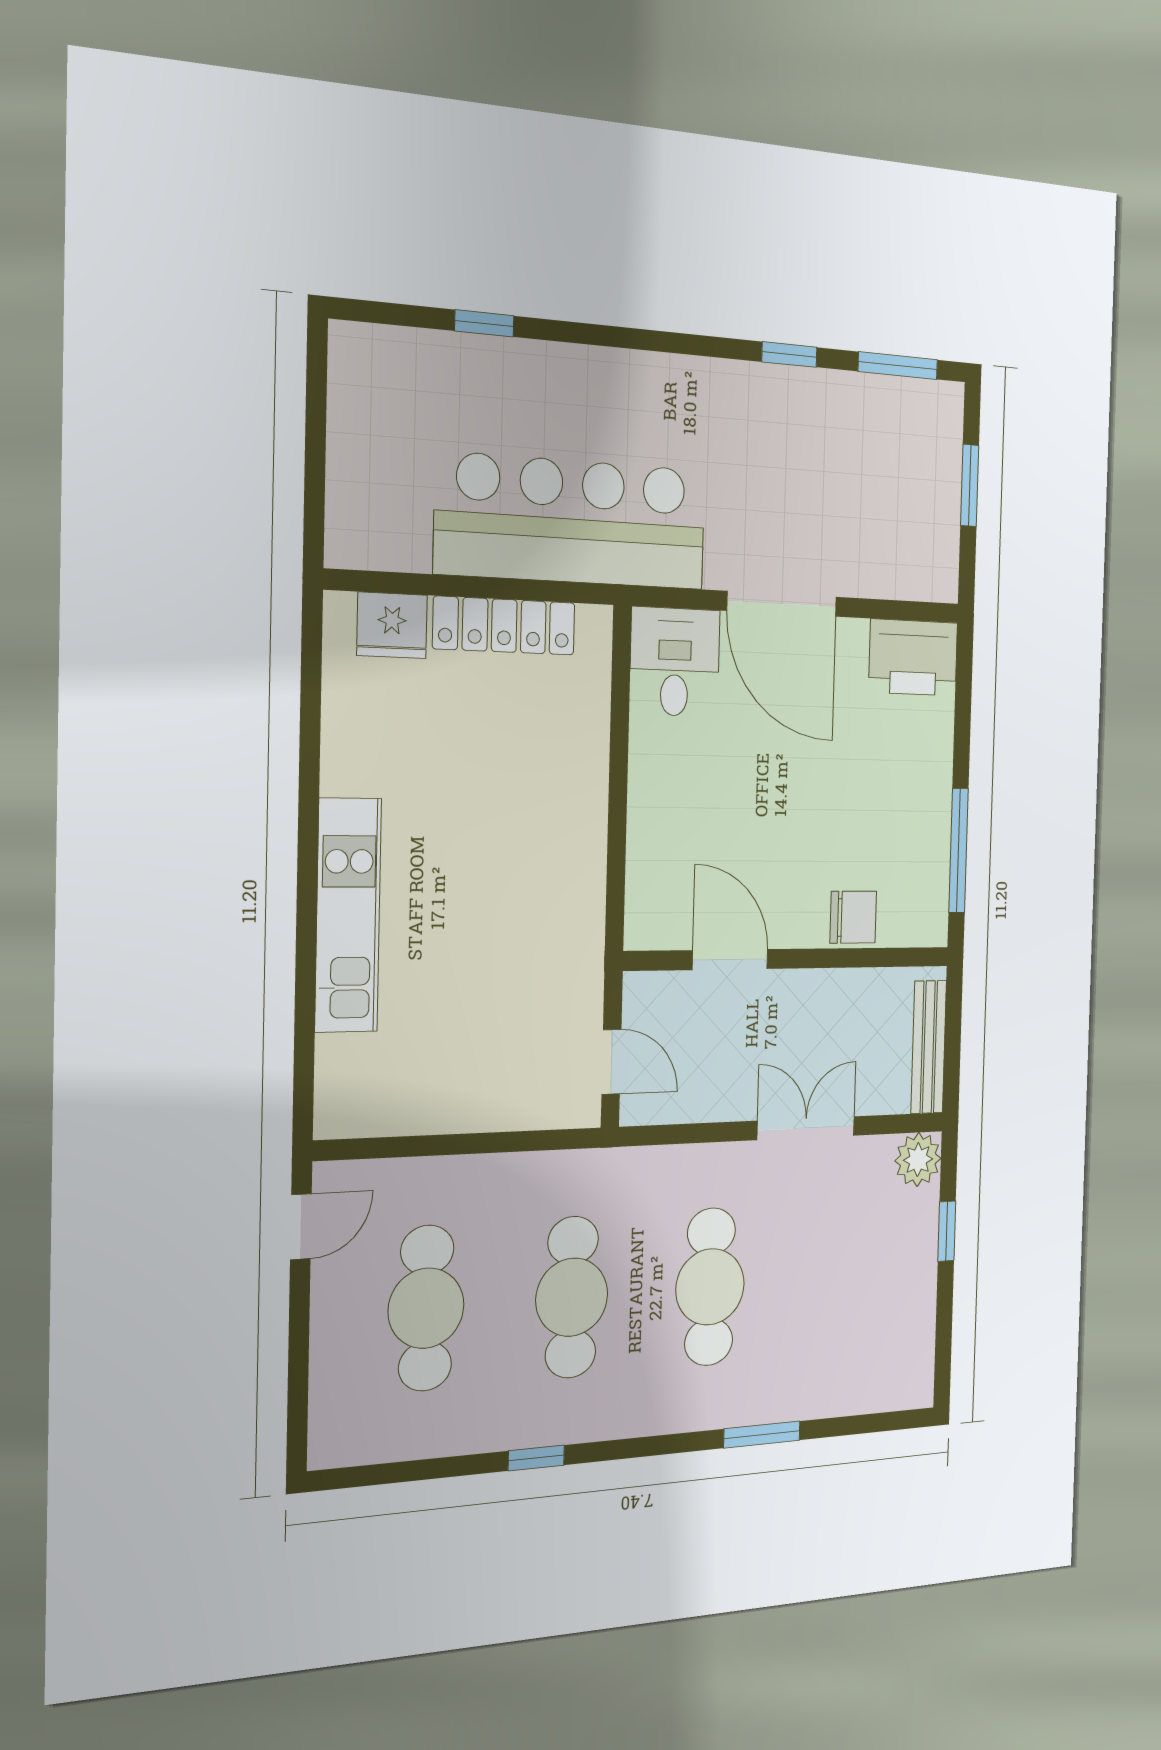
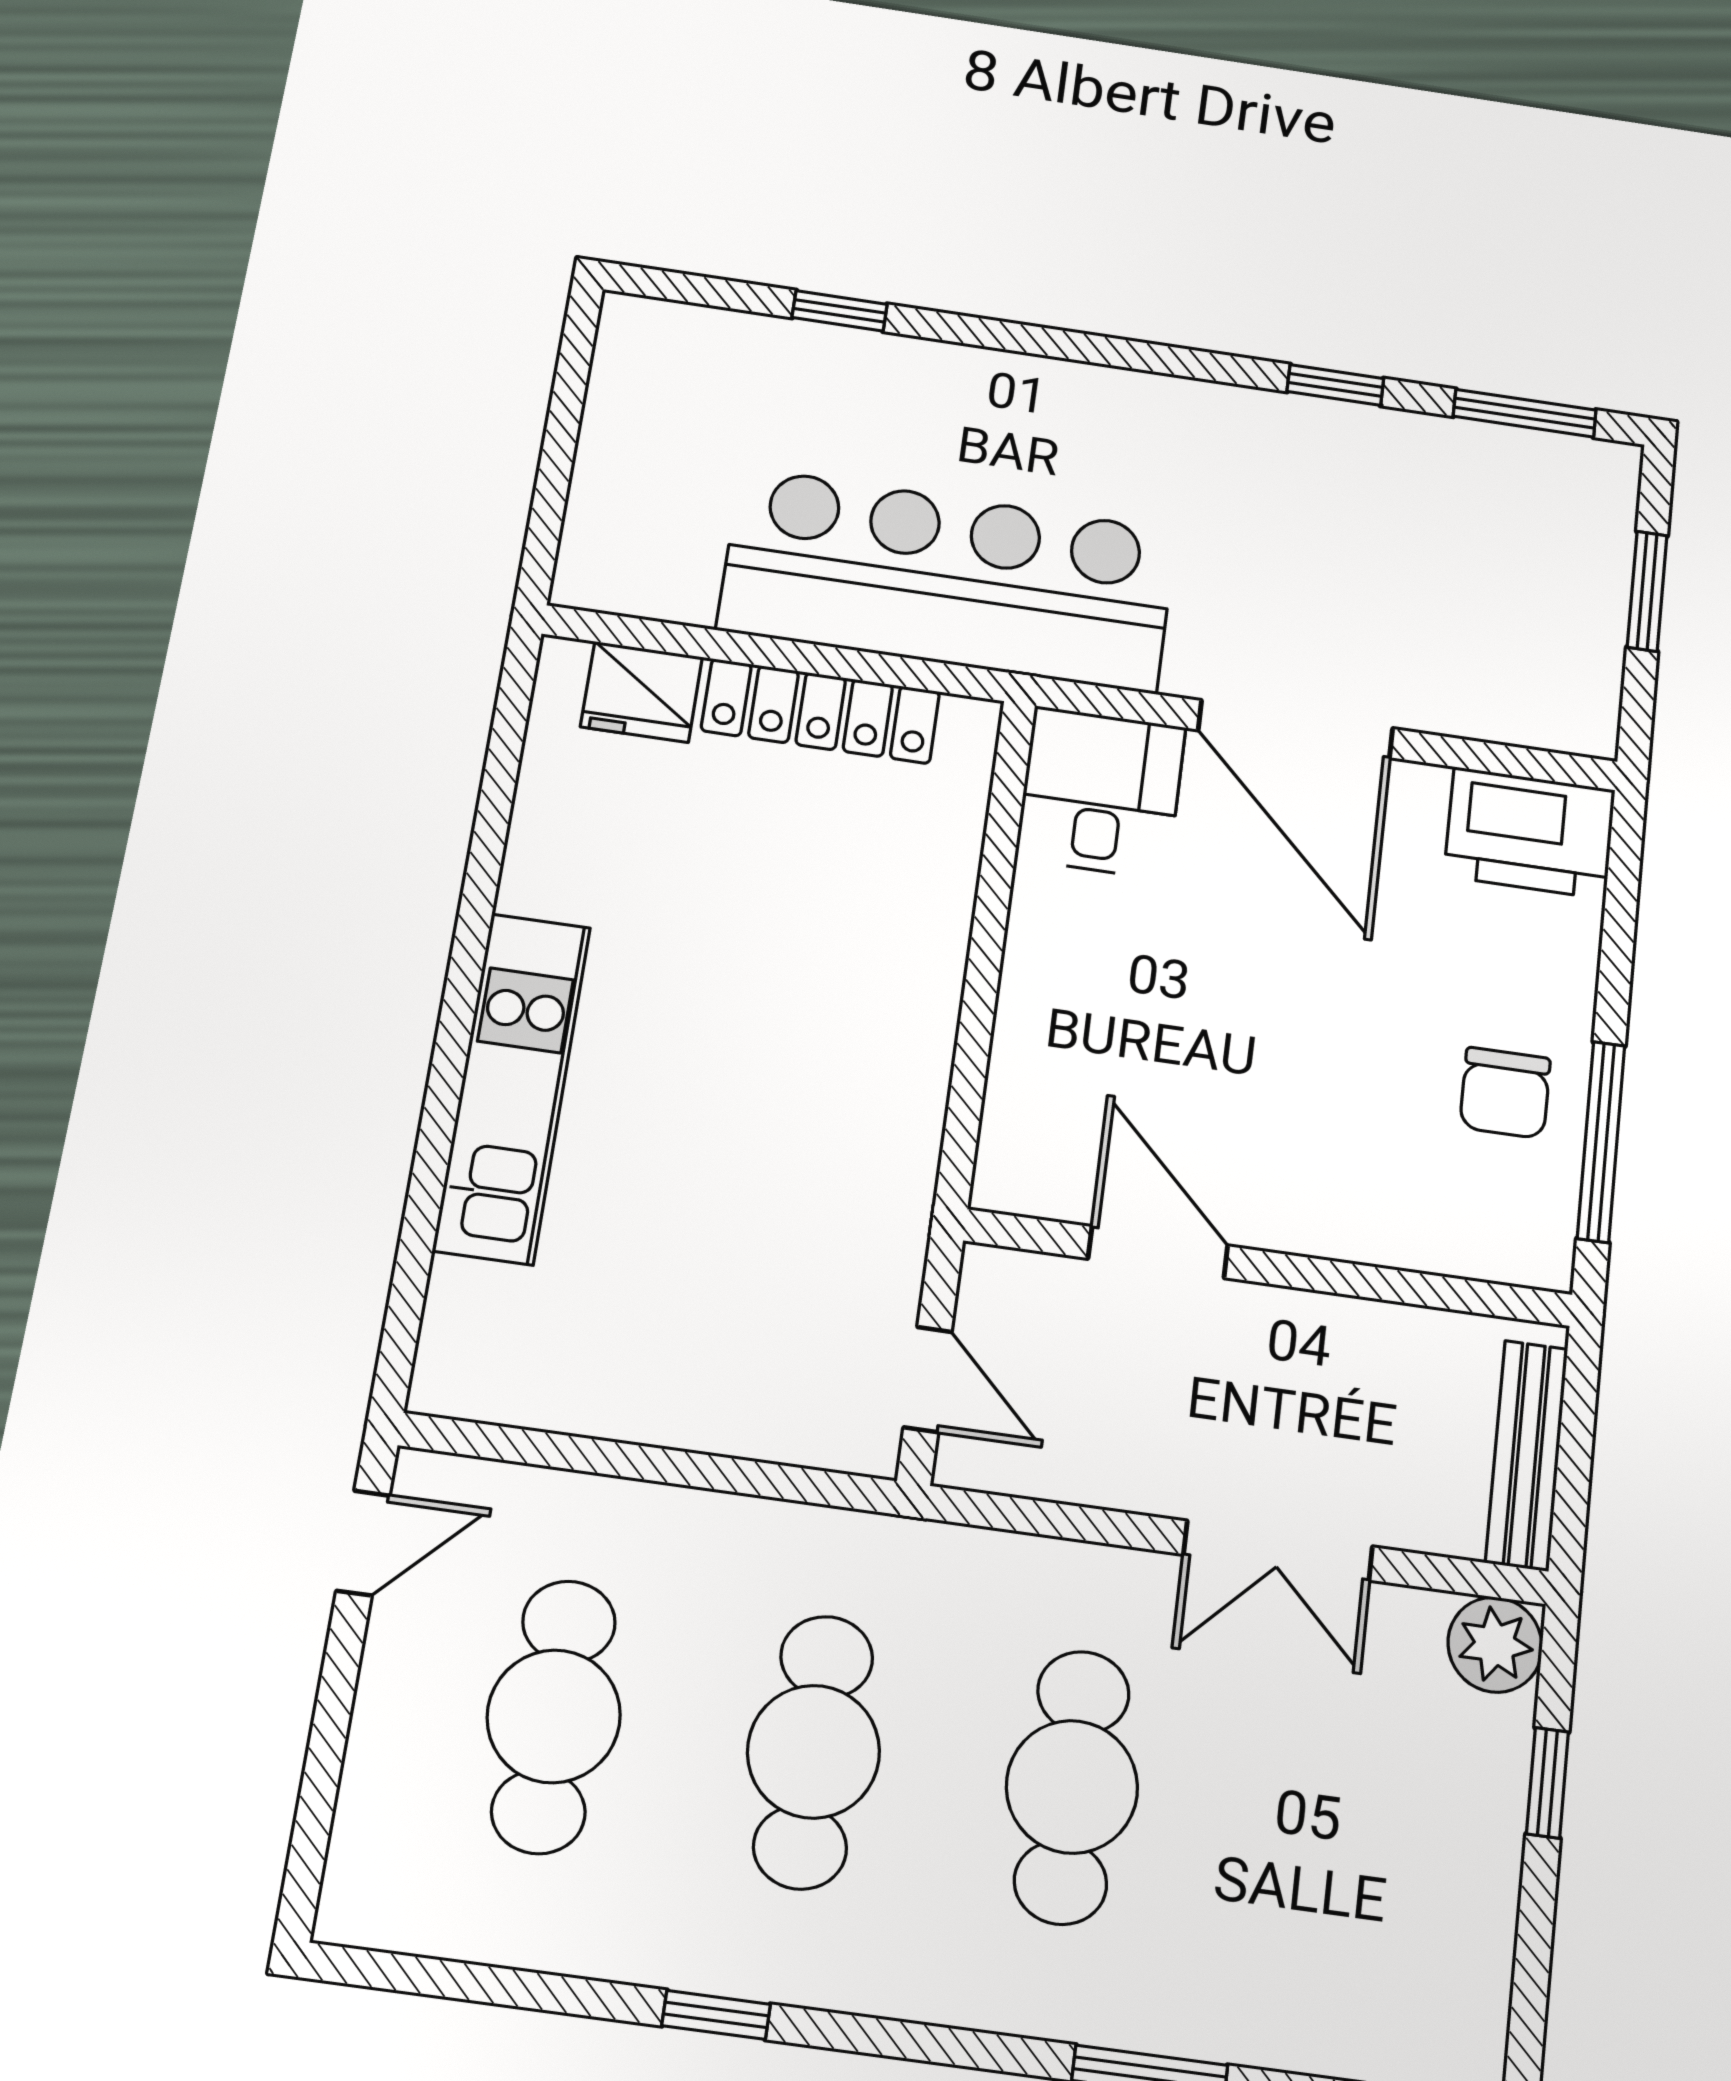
chair: (853, 917) -> (1505, 1093), moved, turned 90
double door: (806, 1128) -> (1278, 1551), swing flipped

